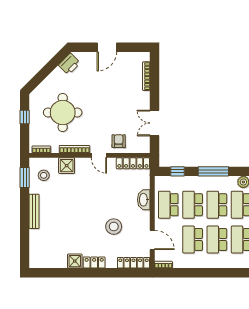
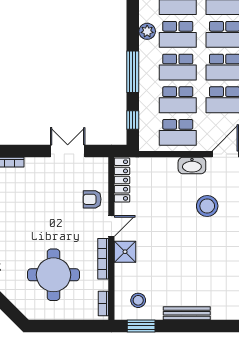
window: (25, 117) -> (60, 326), removed
double door: (155, 123) -> (68, 151), swing flipped
shower: (67, 166) -> (125, 252), moved
washbasin: (144, 200) -> (192, 166), moved

